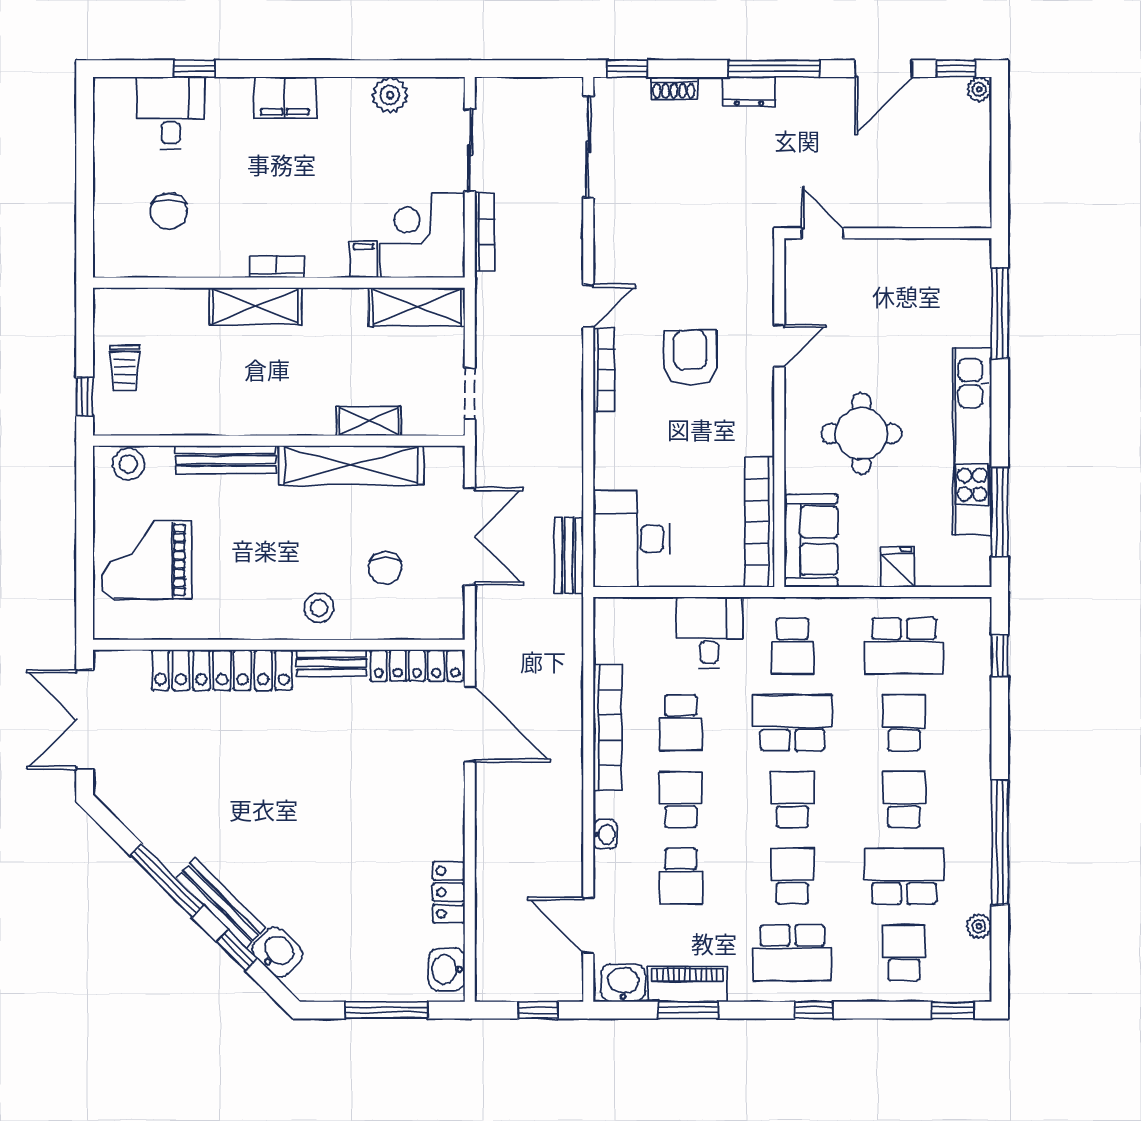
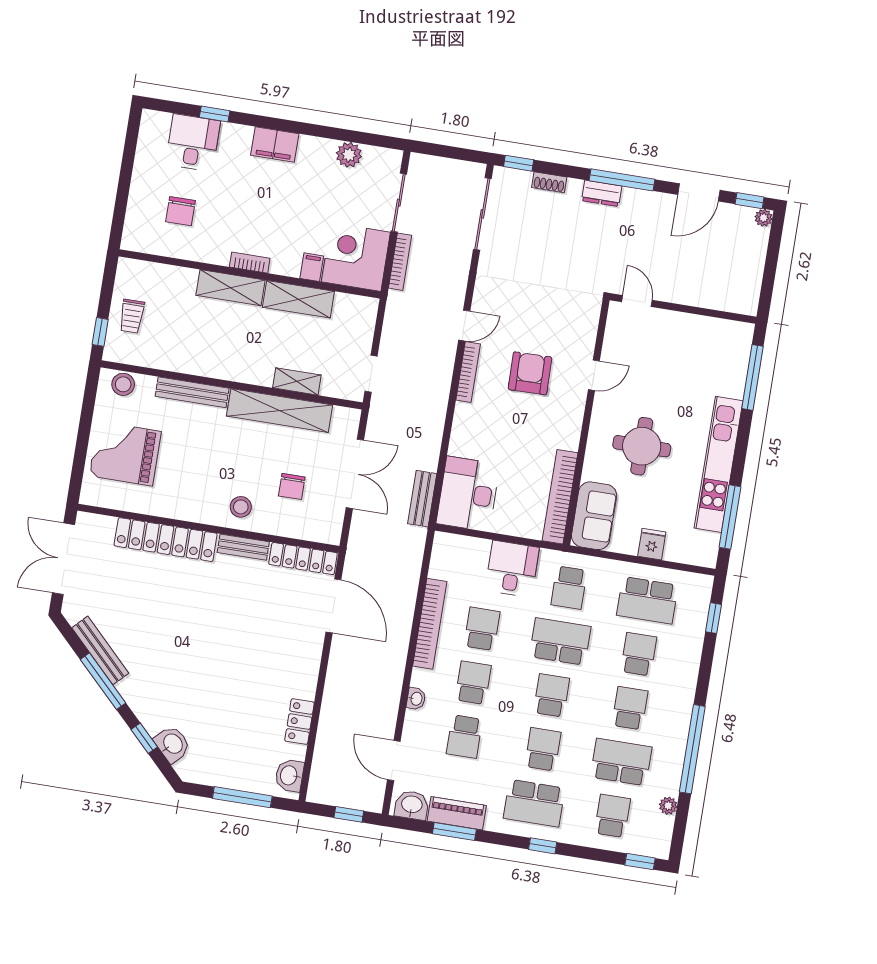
shelving: (417, 307) -> (298, 299), moved
school desk: (681, 723) -> (482, 629), turned 180
bench: (221, 903) -> (100, 650), moved

